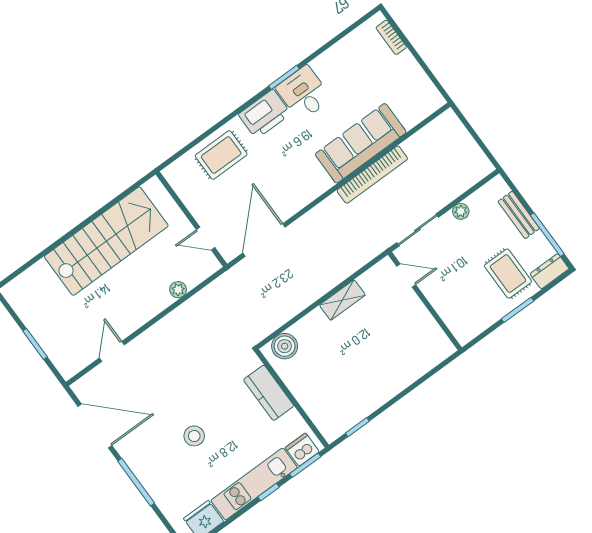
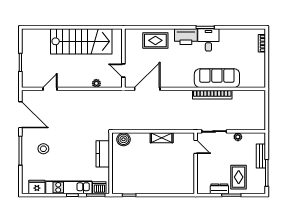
dresser: (549, 271) -> (219, 189), moved
stool: (194, 436) -> (43, 149), moved

